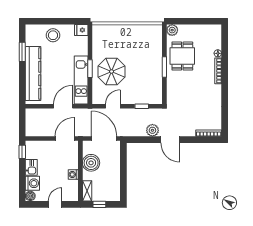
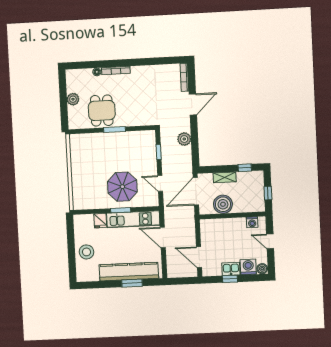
fridge: (81, 30) -> (100, 221), moved
plant: (172, 30) -> (73, 99), moved
window: (22, 52) -> (132, 283), moved
dining table: (182, 56) -> (102, 111), turned 90
door: (65, 139) -> (199, 257), moved
door: (170, 140) -> (193, 104), moved
window: (22, 152) -> (230, 279), moved
washing machine: (73, 175) -> (252, 222), moved
window: (123, 184) -> (245, 168), added
shelving: (87, 191) -> (225, 177), moved

